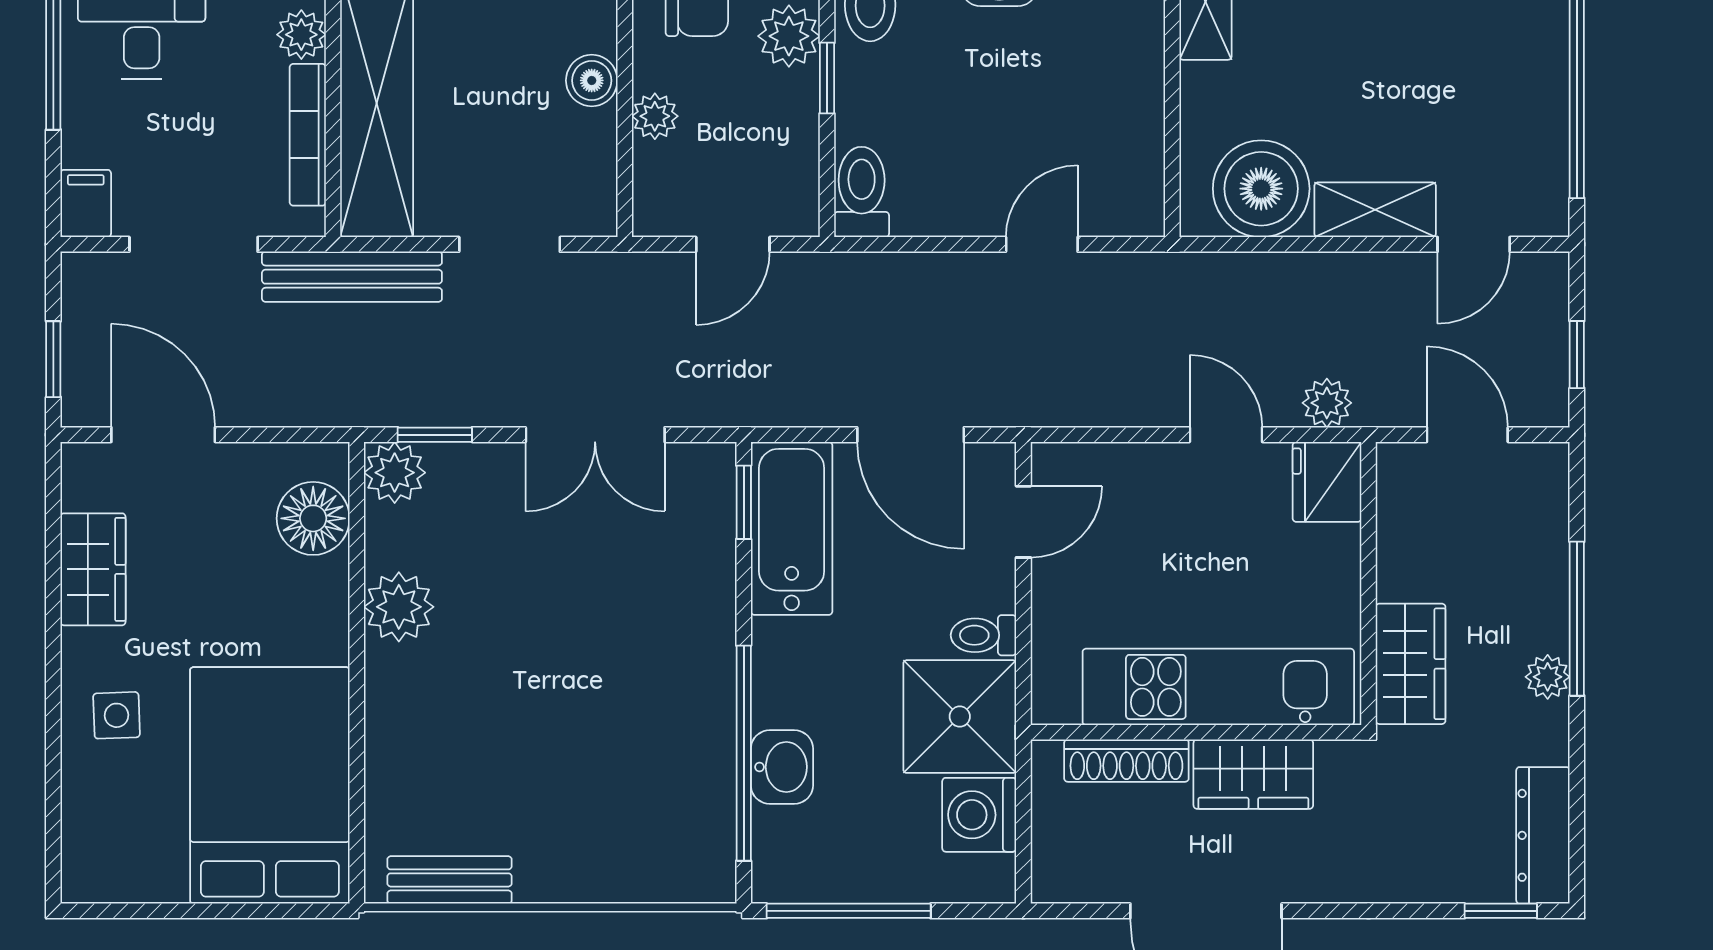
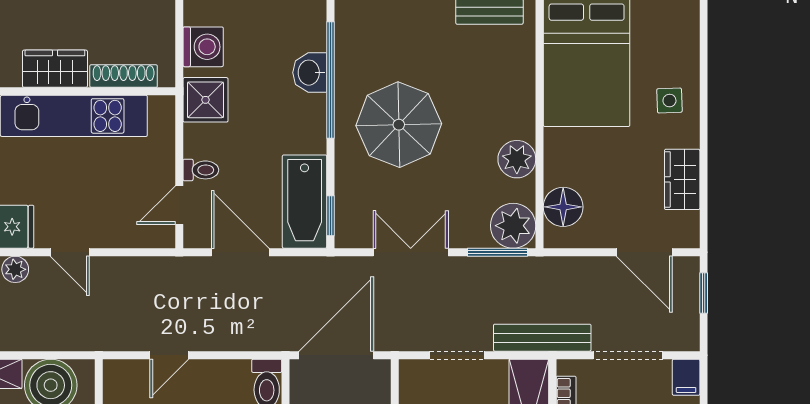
door: (733, 244) -> (336, 355), width x1.88
window: (435, 435) -> (497, 252), width x1.50
plant: (395, 473) -> (513, 226), width x1.36, depth x1.36
toilet: (983, 635) -> (201, 170), moved
parasol: (617, 671) -> (399, 125), added
shower: (960, 717) -> (205, 100), width x0.73, depth x0.73

